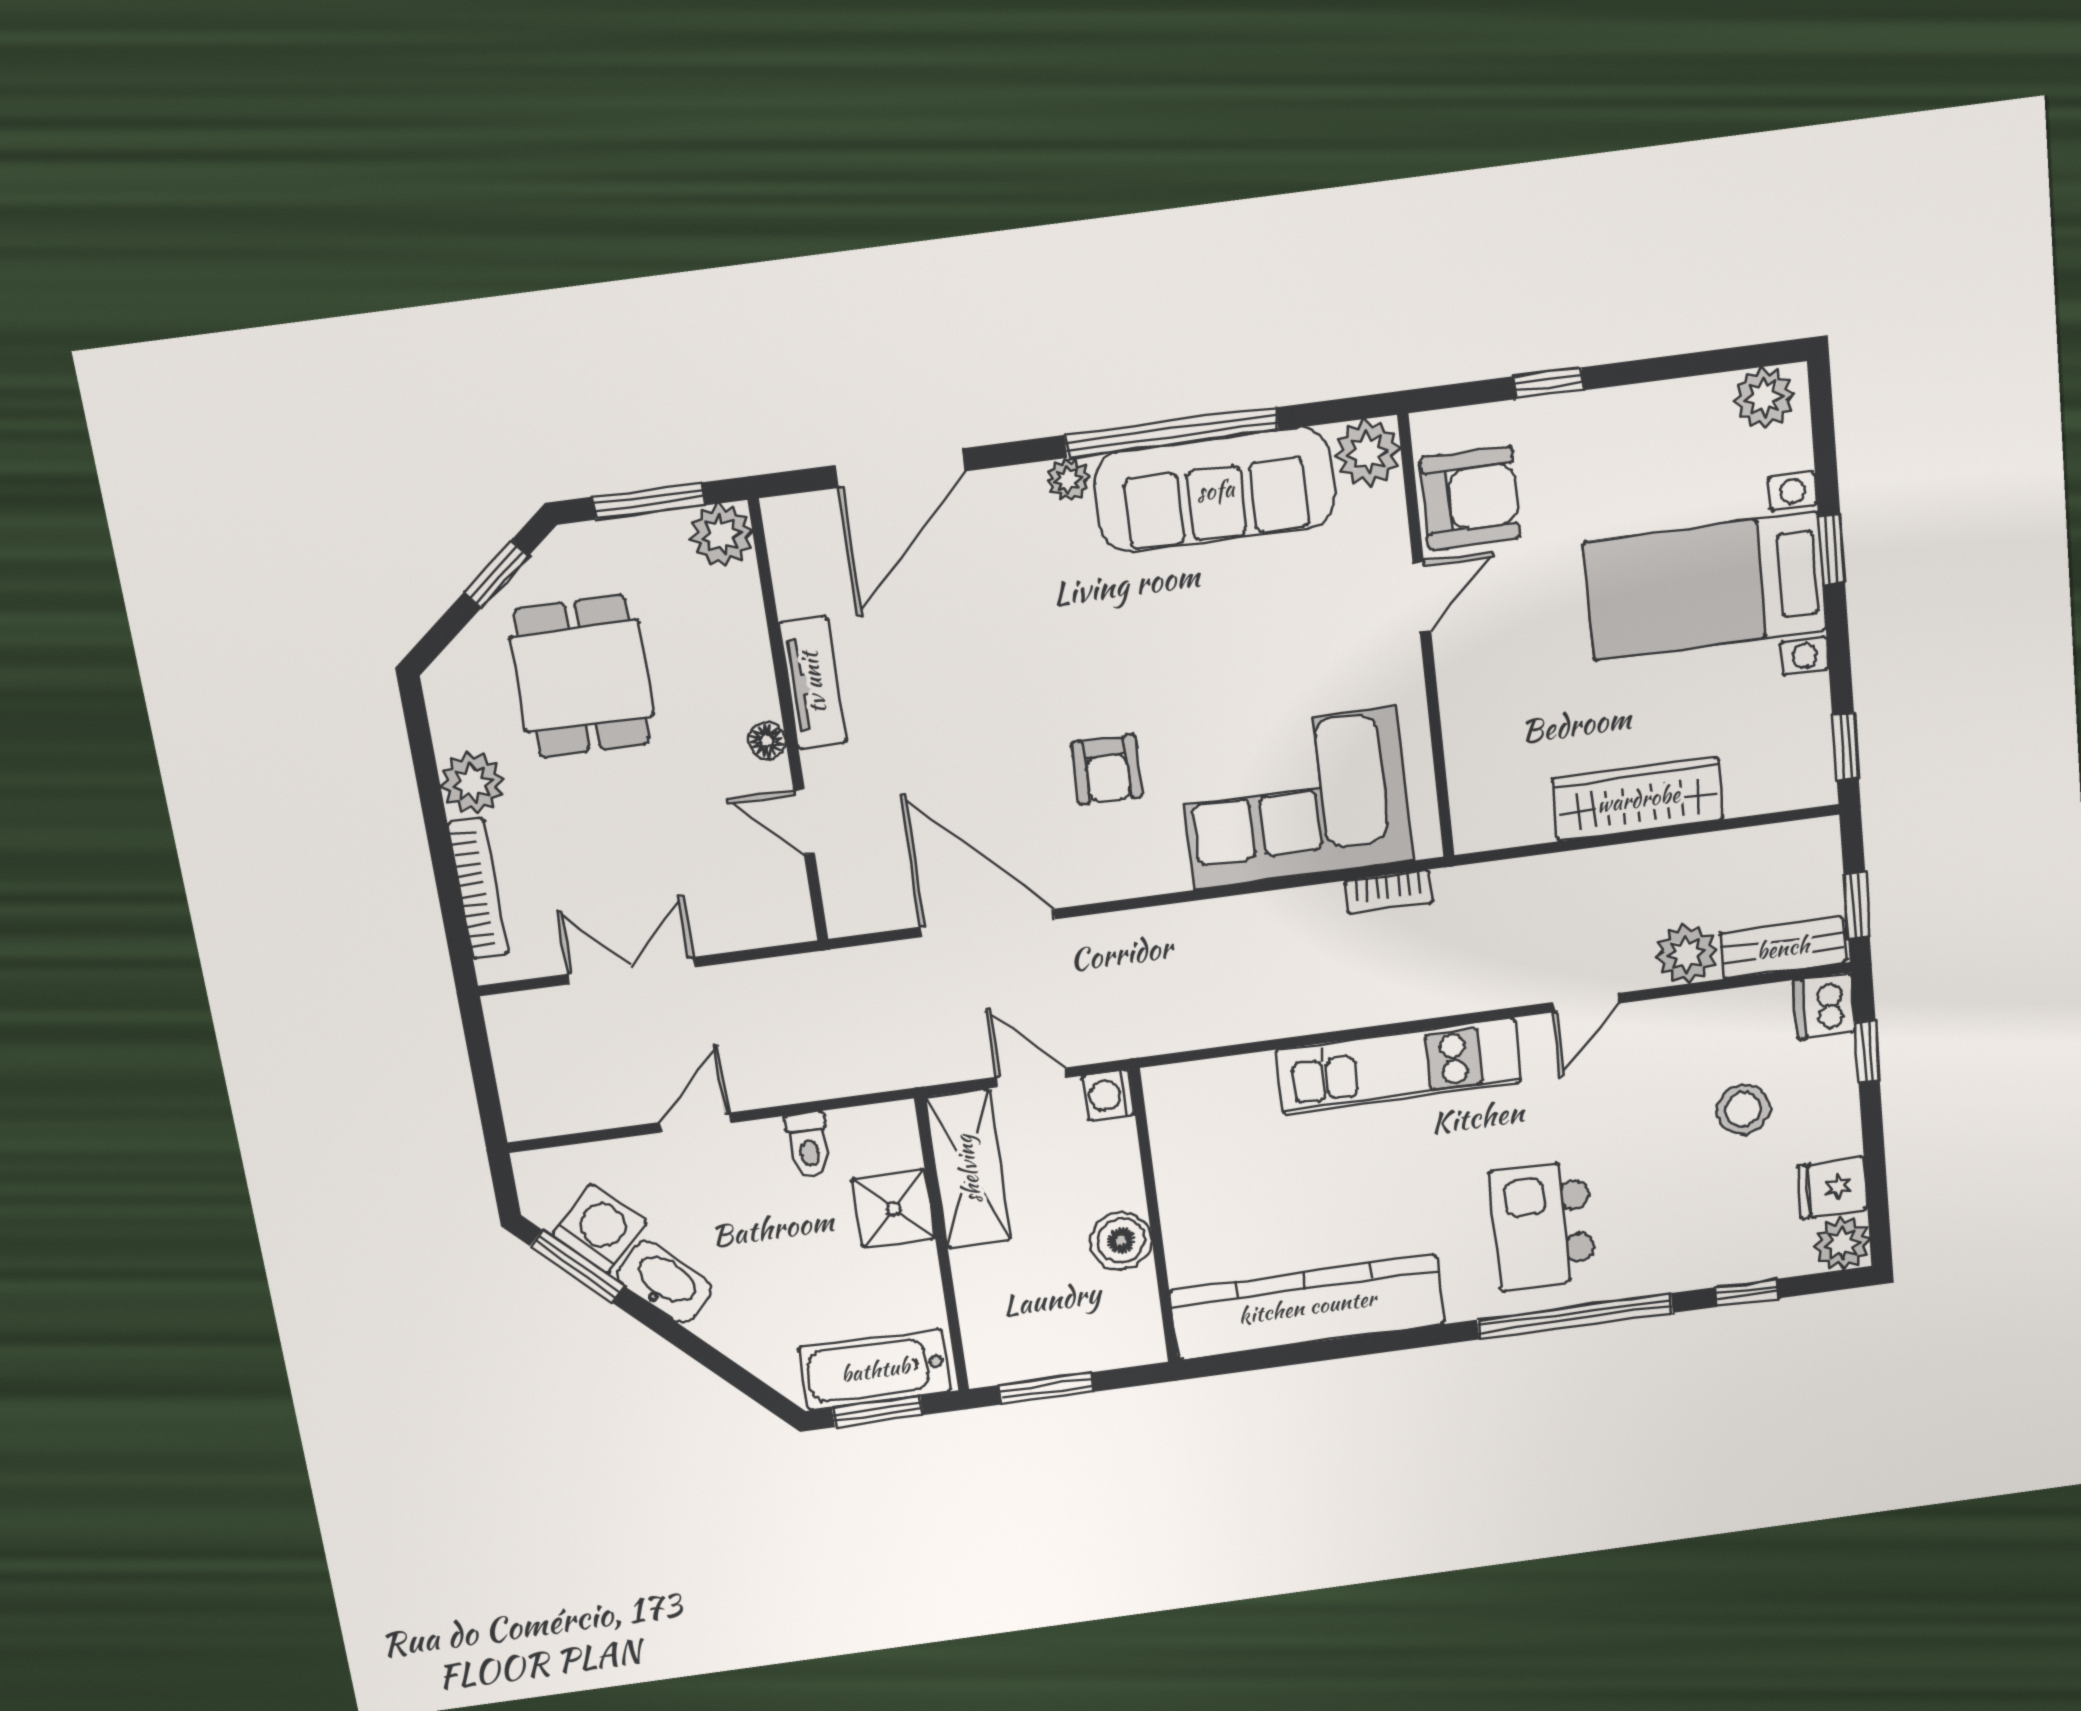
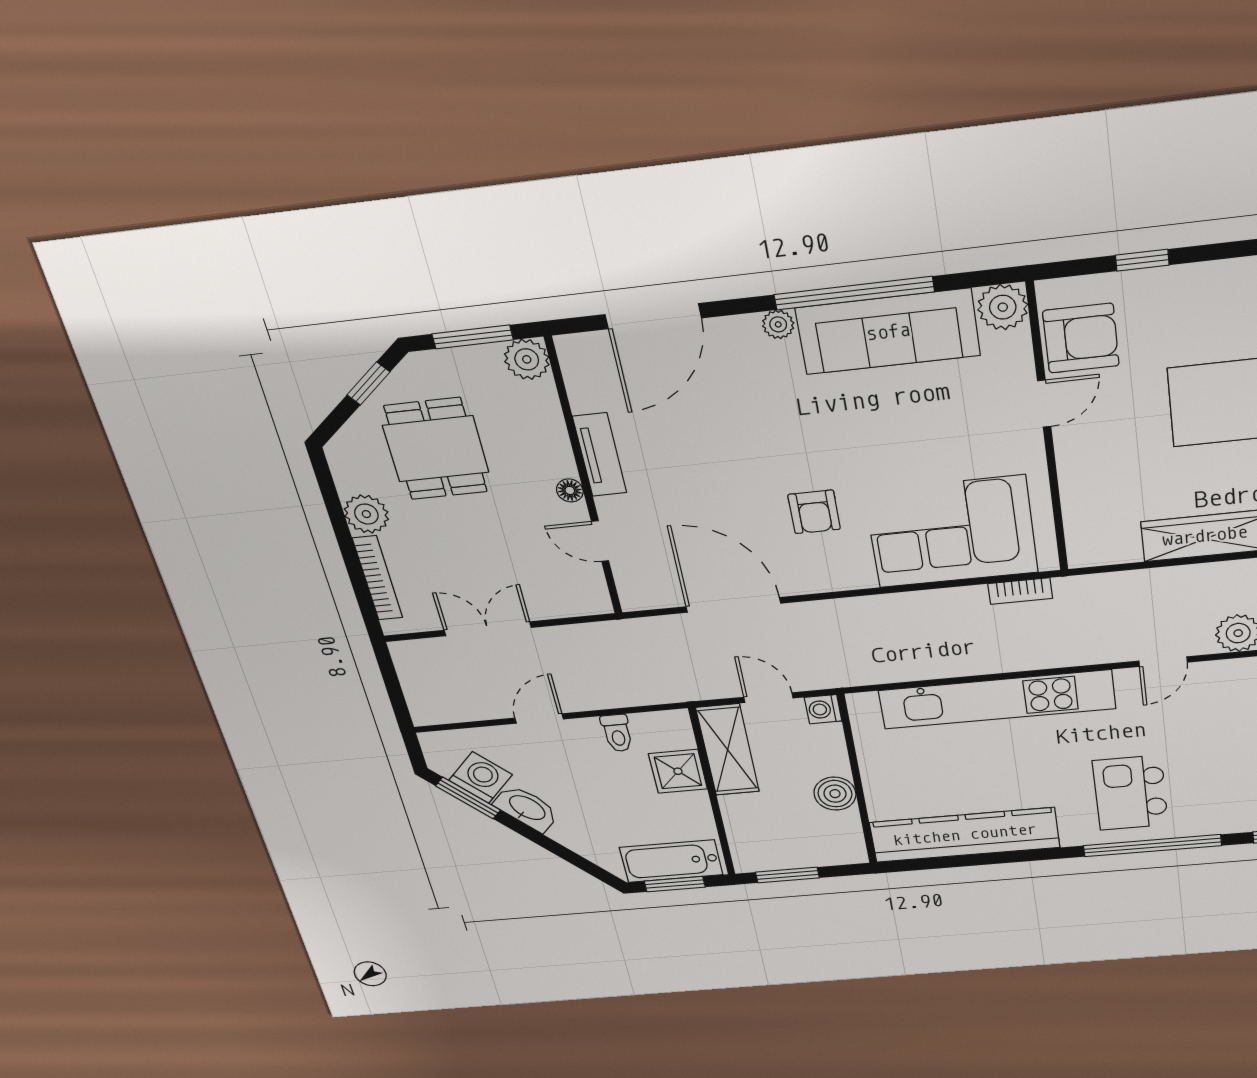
kitchen unit: (1399, 1066) -> (997, 700), width x1.36

